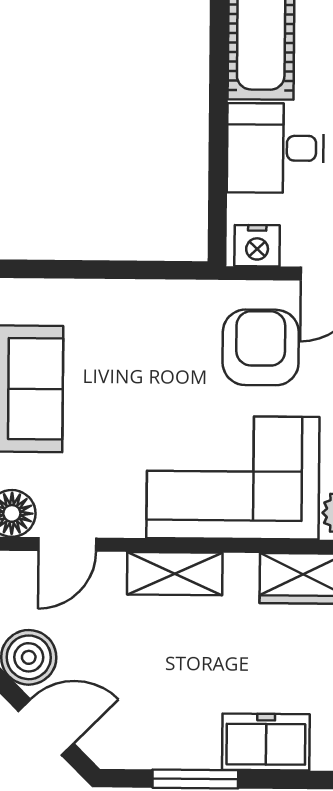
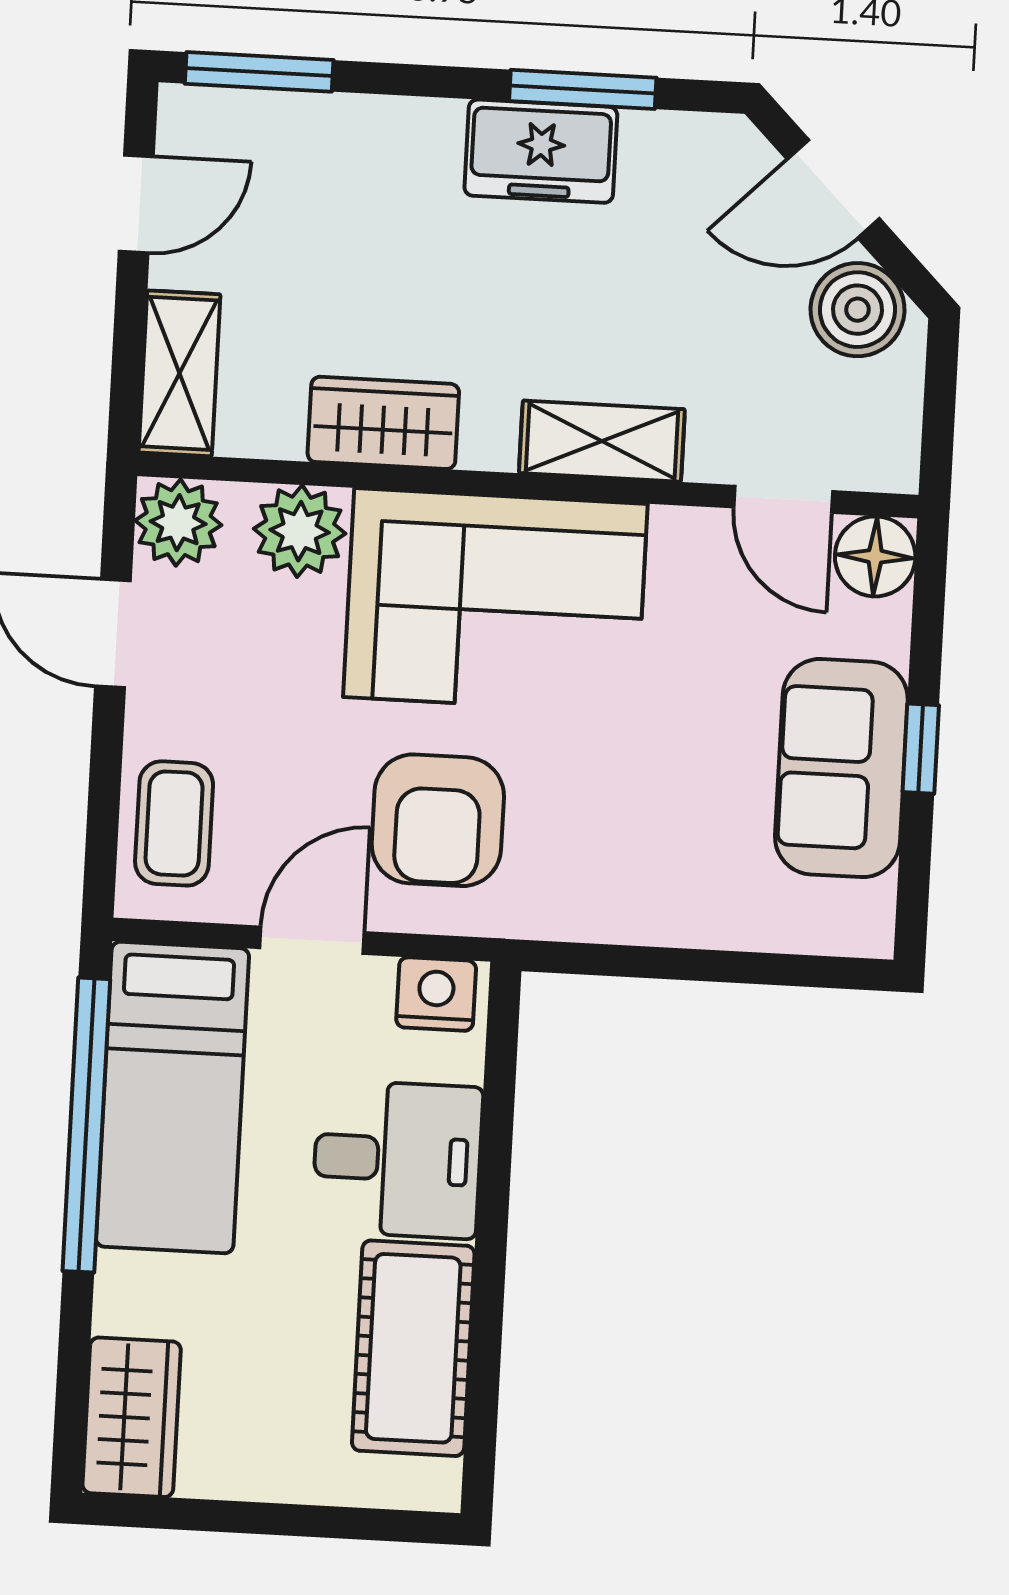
door: (67, 544) -> (783, 499), swing flipped
freezer: (266, 742) -> (541, 151), moved

